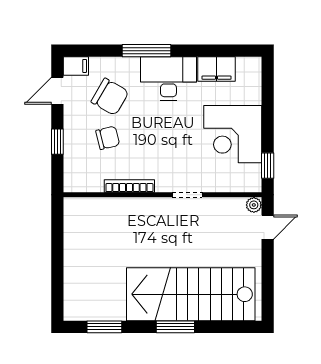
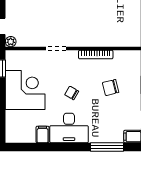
window: (146, 51) -> (107, 147), moved
filing cabinet: (217, 69) -> (43, 135), width x0.50
chair: (110, 97) -> (72, 93), moved, width x0.54, depth x0.54

